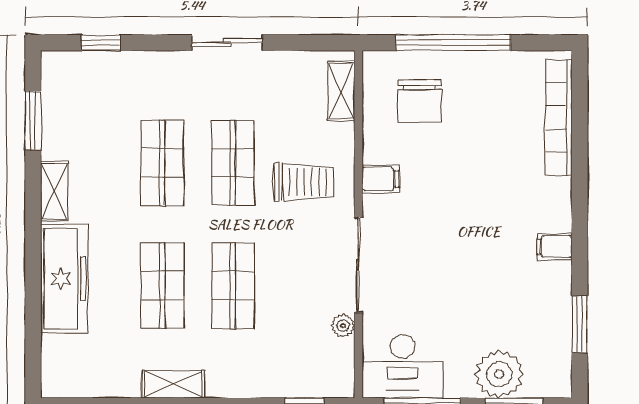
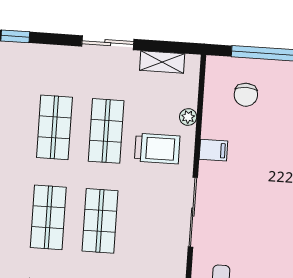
shelving: (341, 91) -> (162, 62), moved, turned 90
chair: (420, 101) -> (246, 95), width x0.73, depth x0.73
plant: (343, 326) -> (188, 117), moved

